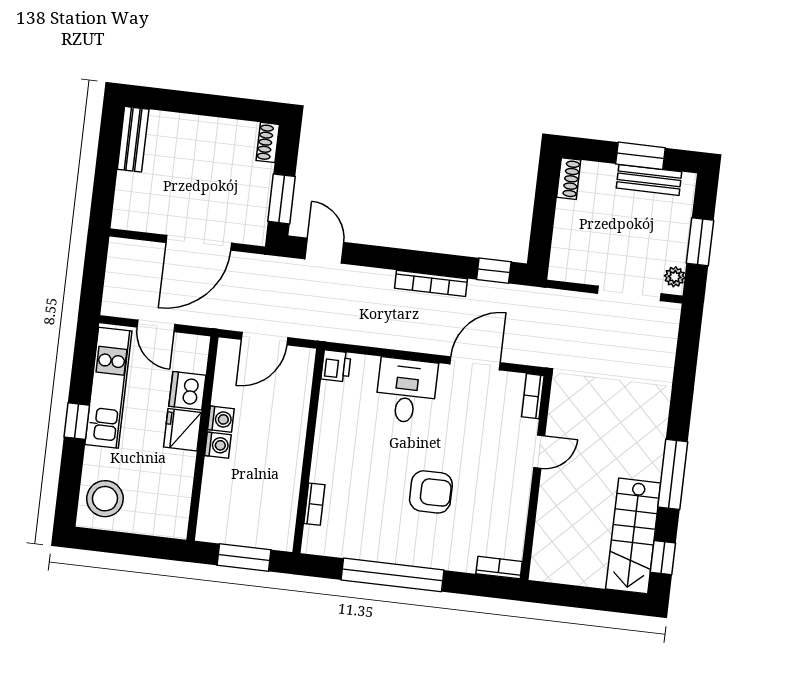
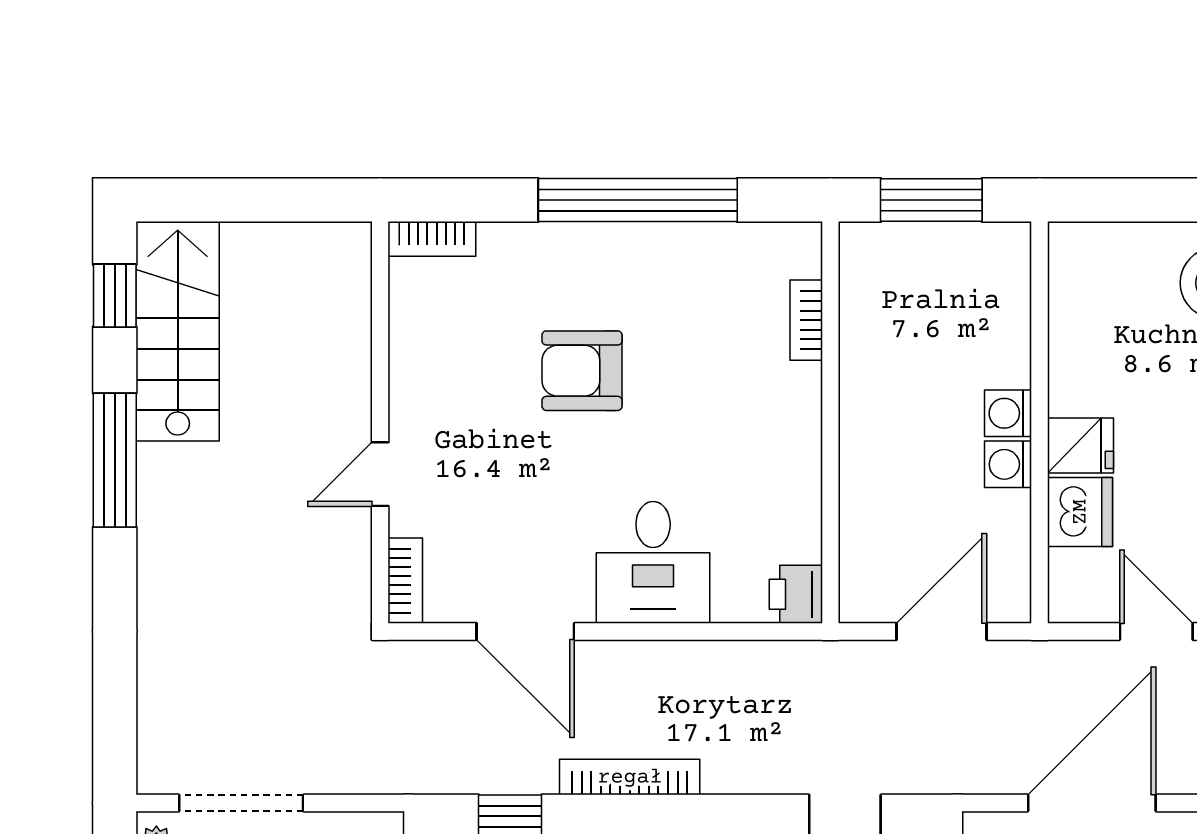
door: (475, 363) -> (525, 631), hinge flipped
fridge: (183, 430) -> (1080, 446), width x0.72

